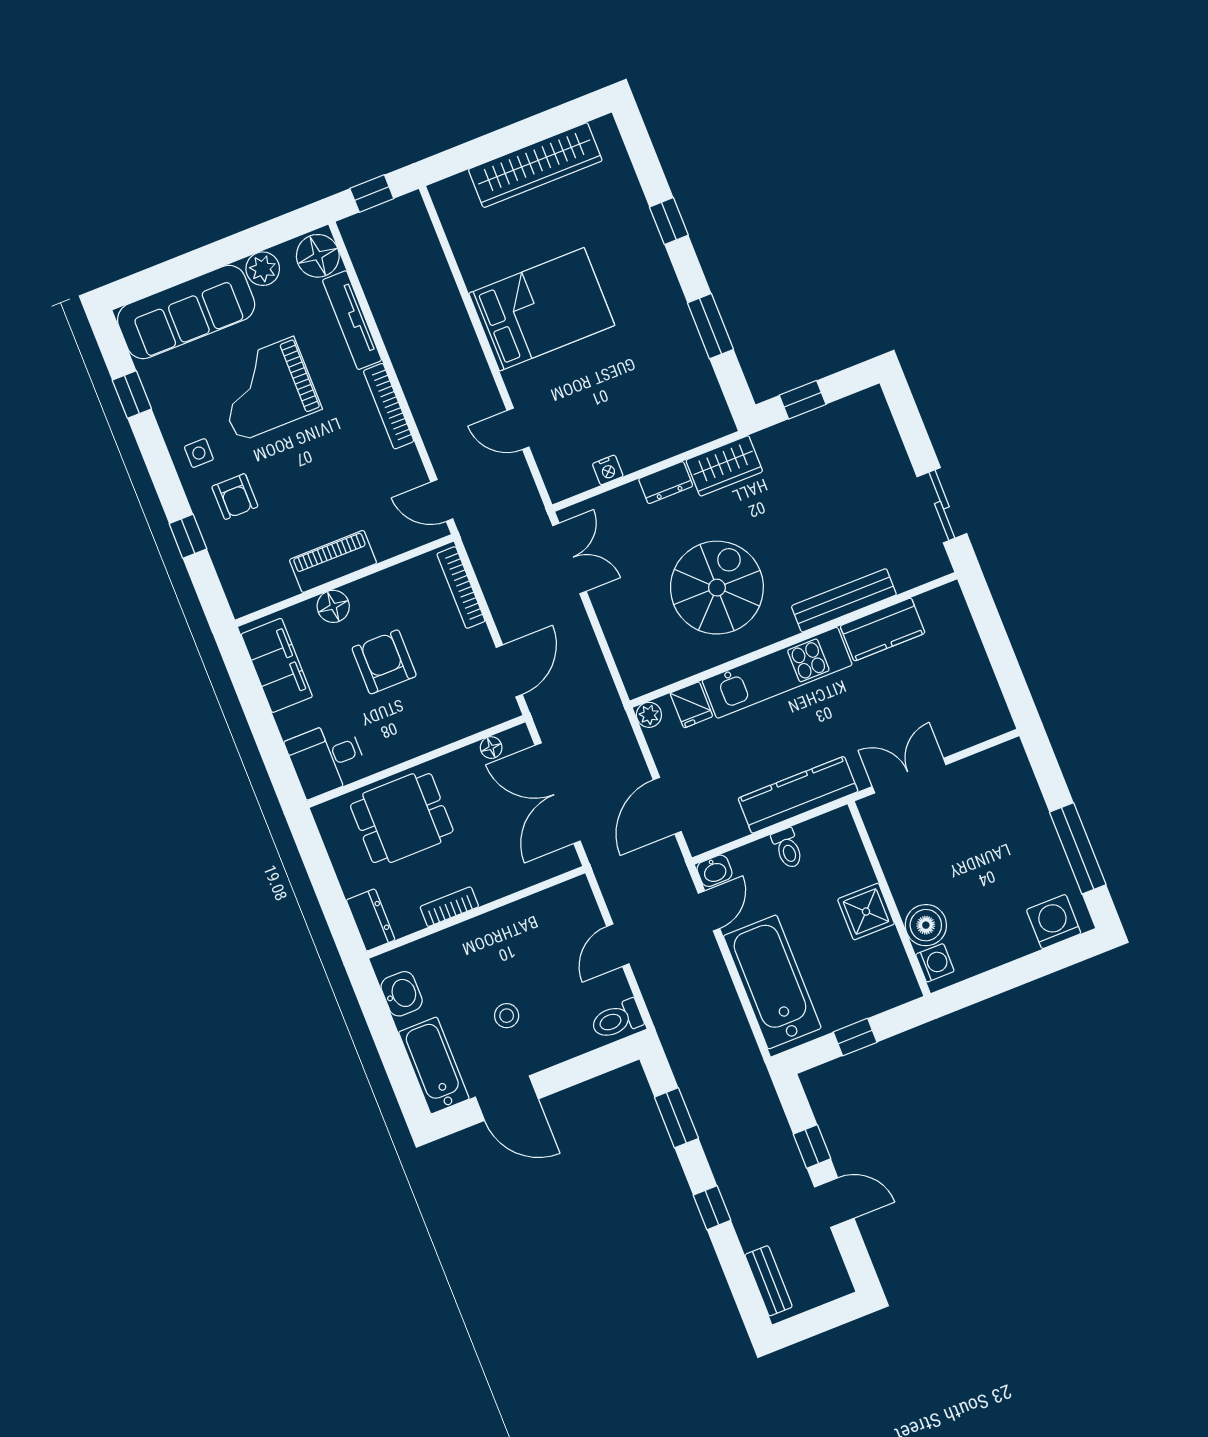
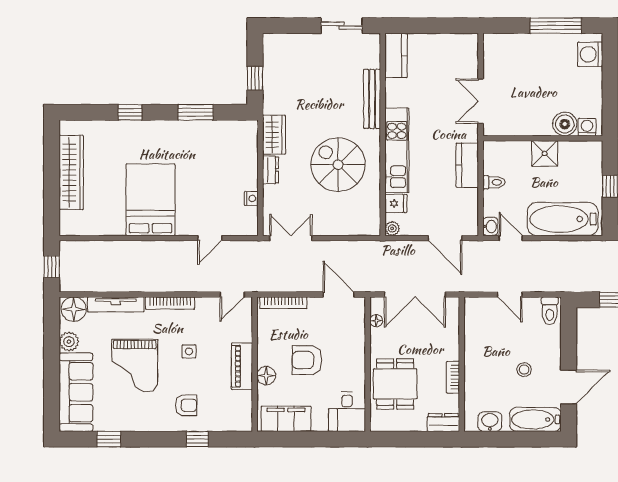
side table: (199, 453) -> (189, 351), moved
kitchen counter: (883, 629) -> (396, 55), moved
kitchen counter: (798, 795) -> (467, 165), width x0.67

